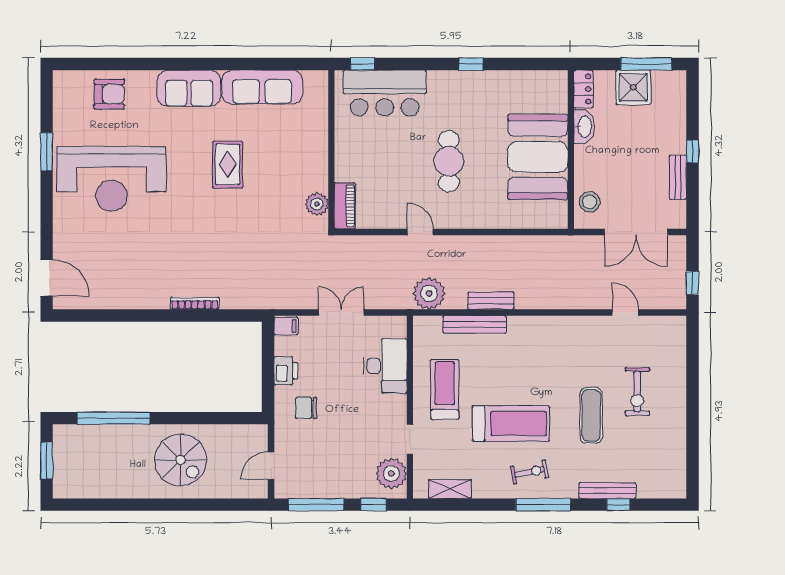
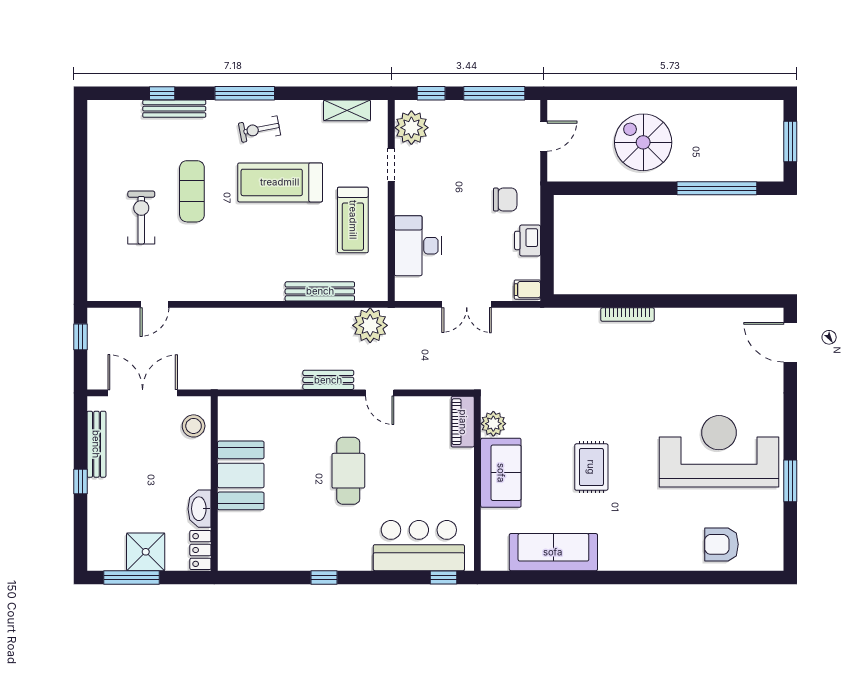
sofa: (189, 88) -> (501, 473), moved, turned 90
booth: (538, 157) -> (241, 475), width x0.73, depth x0.70
bench: (678, 177) -> (96, 444), width x1.36
bench: (491, 301) -> (328, 380), moved
door: (625, 312) -> (154, 304), hinge flipped

